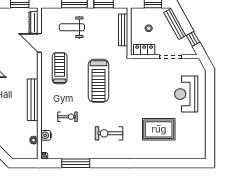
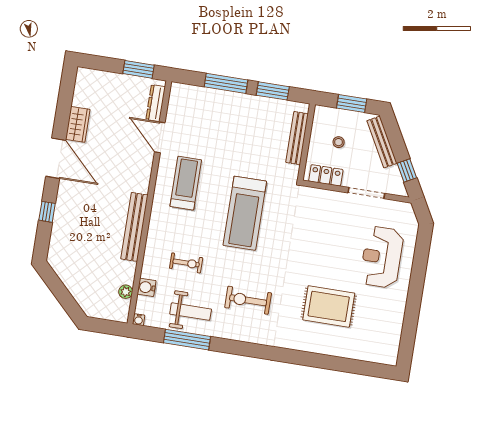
weight bench: (72, 27) -> (191, 312), moved, turned 180

